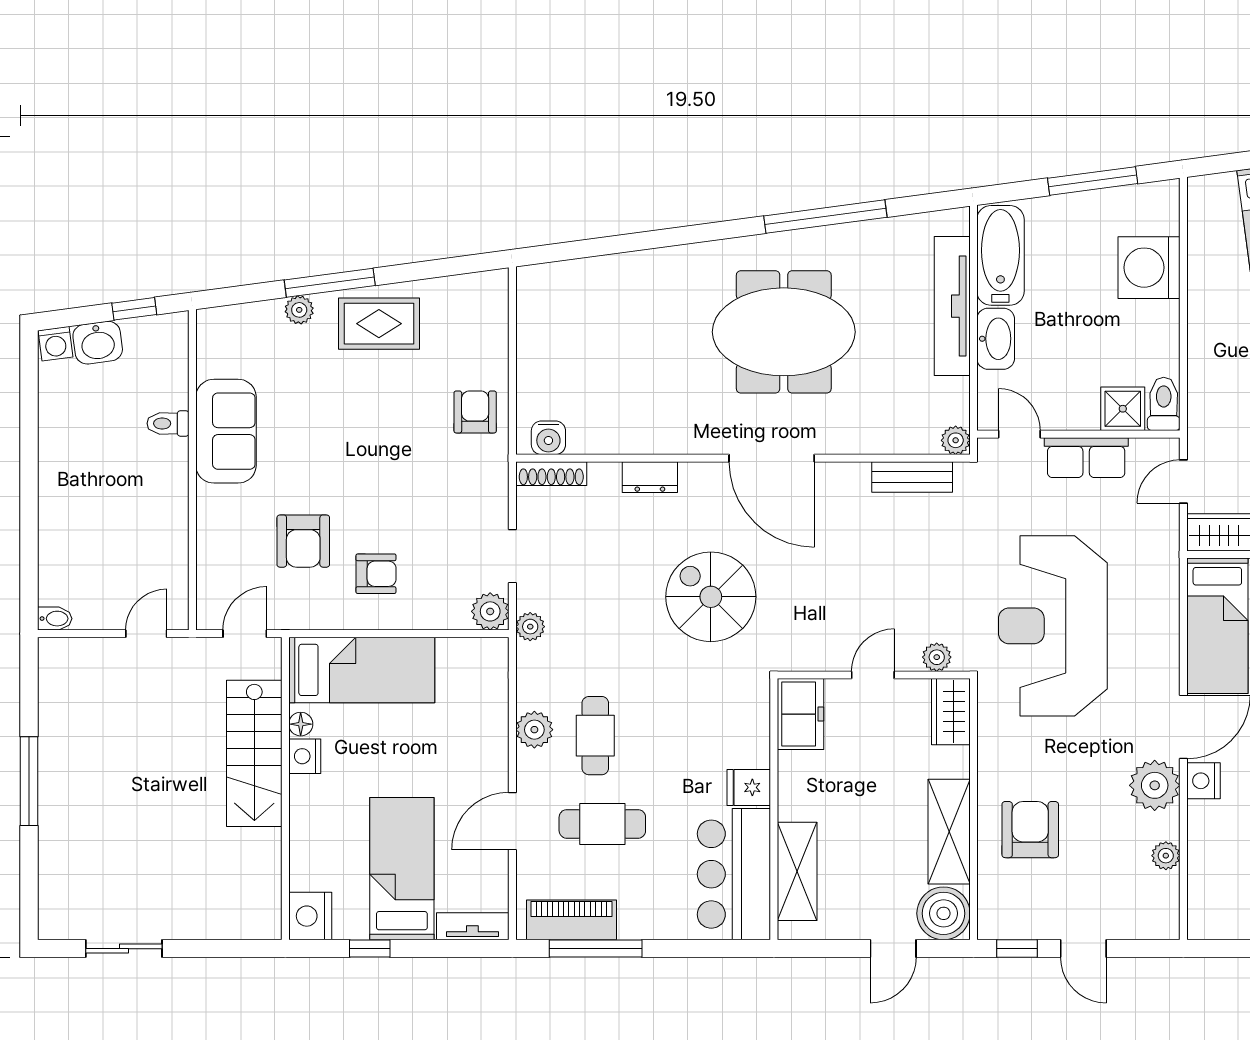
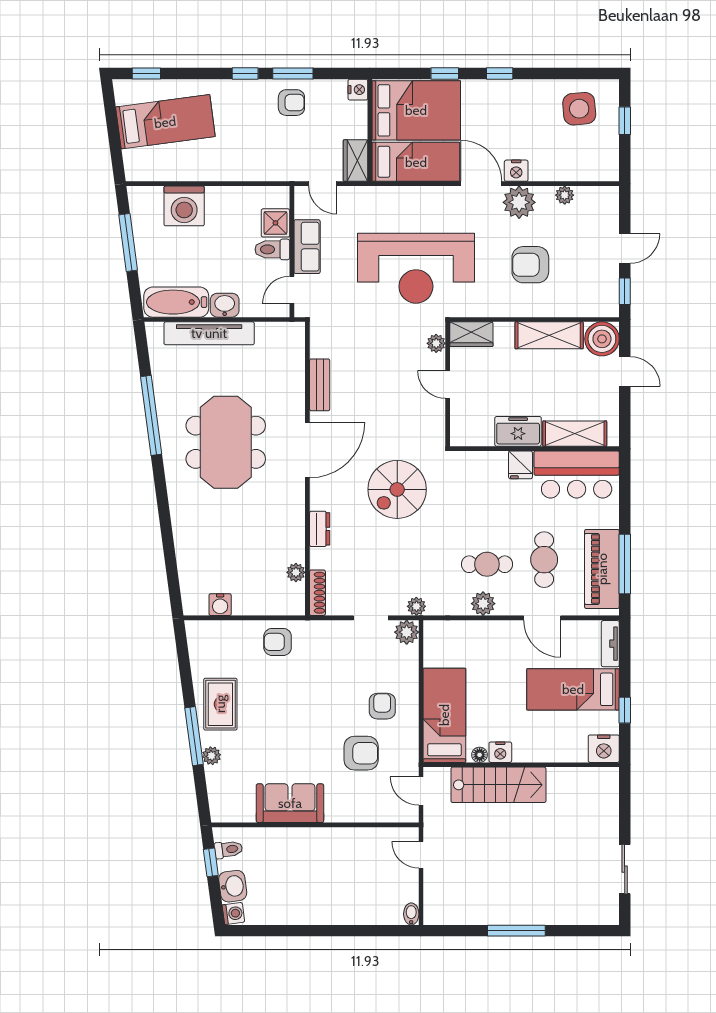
washbasin: (996, 339) -> (225, 305), width x0.72
toilet: (1164, 404) -> (272, 249), moved
toilet: (168, 423) -> (228, 849), moved, turned -98
water cooler: (548, 438) -> (220, 605), moved, turned 90
plant: (956, 440) -> (296, 572), moved
bench: (912, 477) -> (320, 385), moved
freezer: (801, 714) -> (518, 431), moved
armchair: (1030, 830) -> (530, 265), moved
piano: (572, 920) -> (602, 569), width x1.37, depth x1.33

